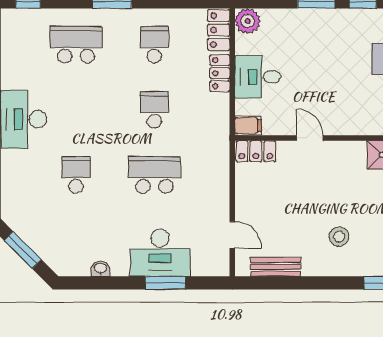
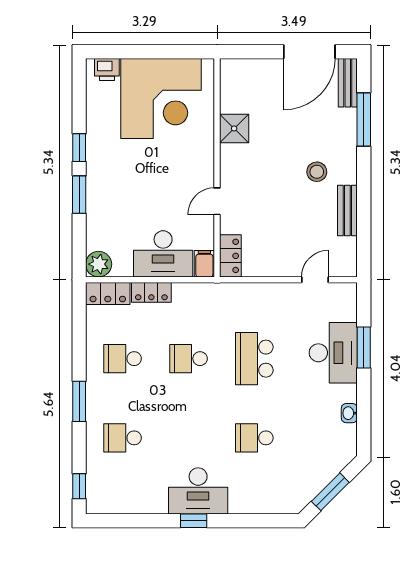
school desk: (76, 45) -> (123, 438), width x0.54
desk: (258, 77) -> (163, 254), width x1.37
bench: (276, 267) -> (347, 211), moved

